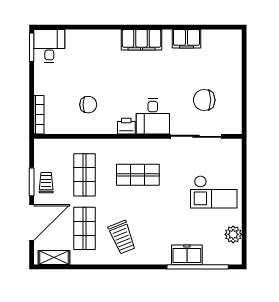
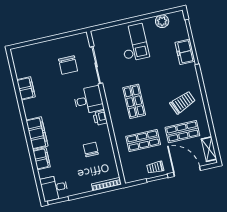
filing cabinet: (91, 38) -> (42, 159), added
filing cabinet: (141, 40) -> (37, 133), moved

